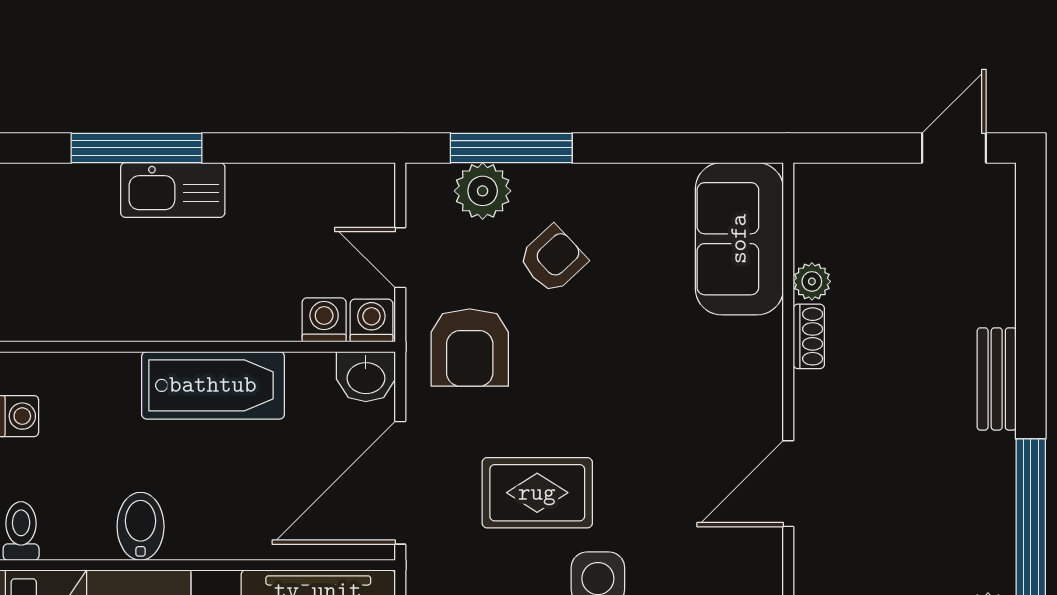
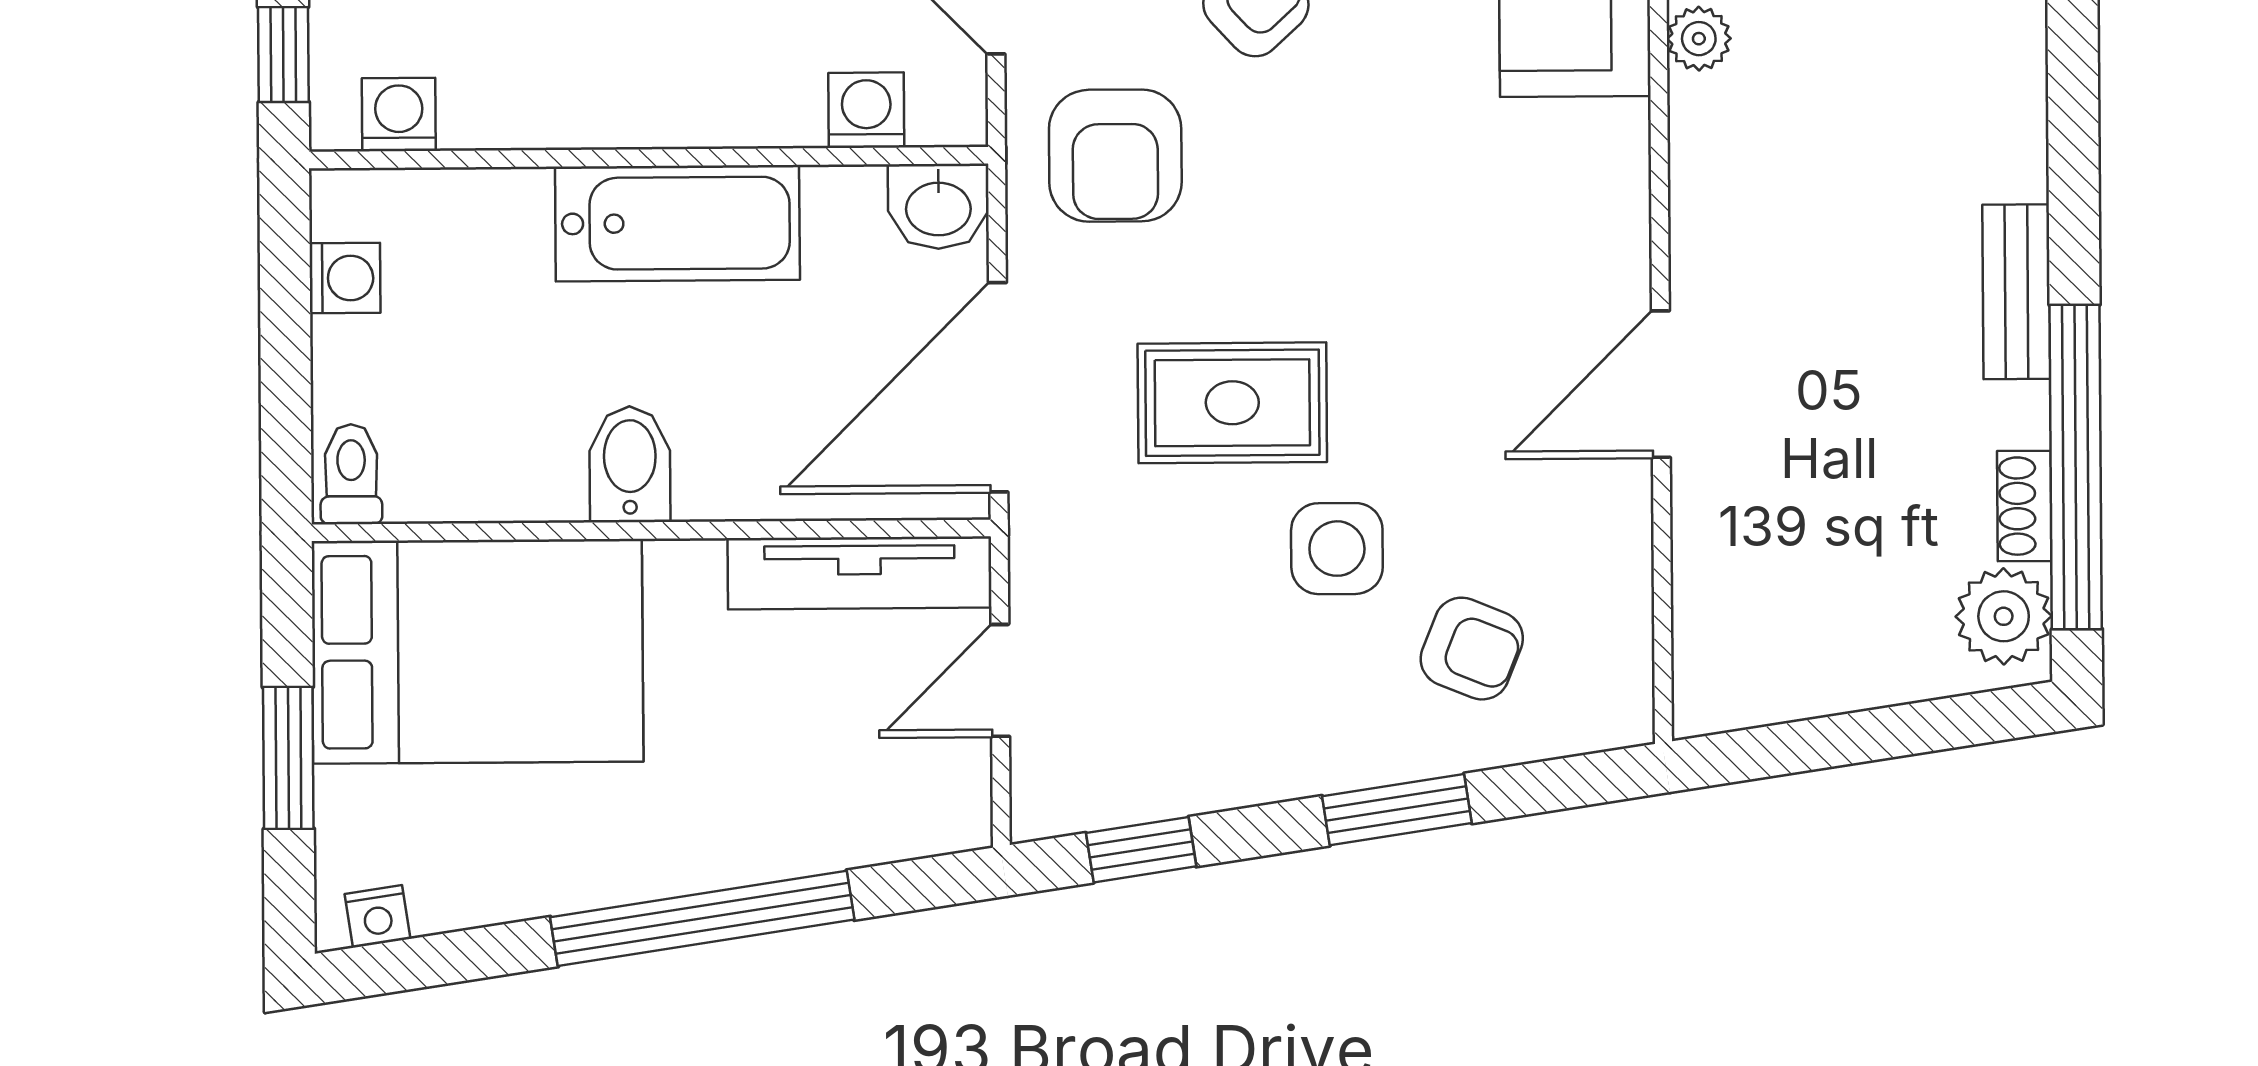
washing machine: (371, 321) -> (399, 115), moved
shoe rack: (809, 336) -> (2024, 506), moved, turned 180
bench: (997, 379) -> (2016, 292), moved
bidet: (141, 526) -> (630, 464), moved

